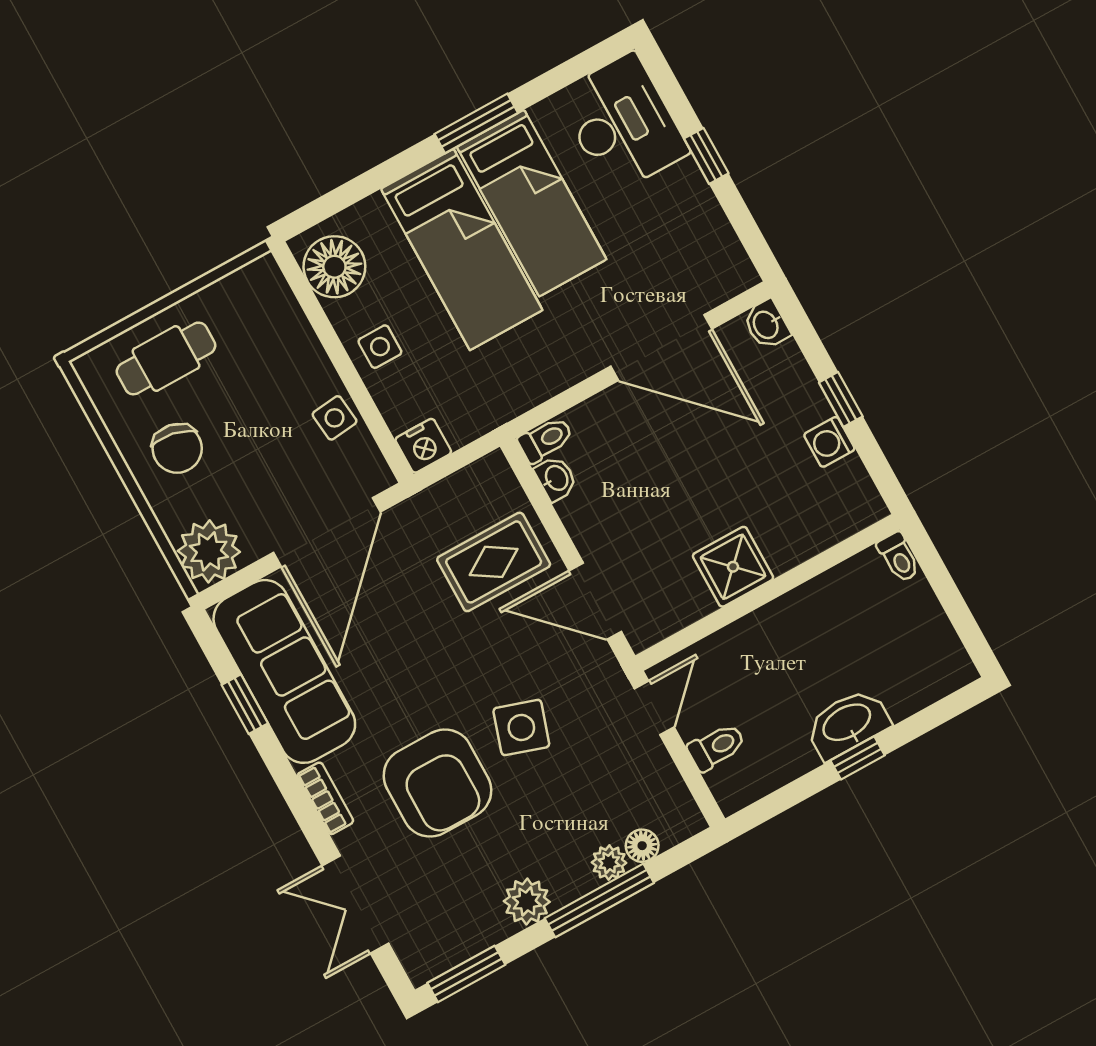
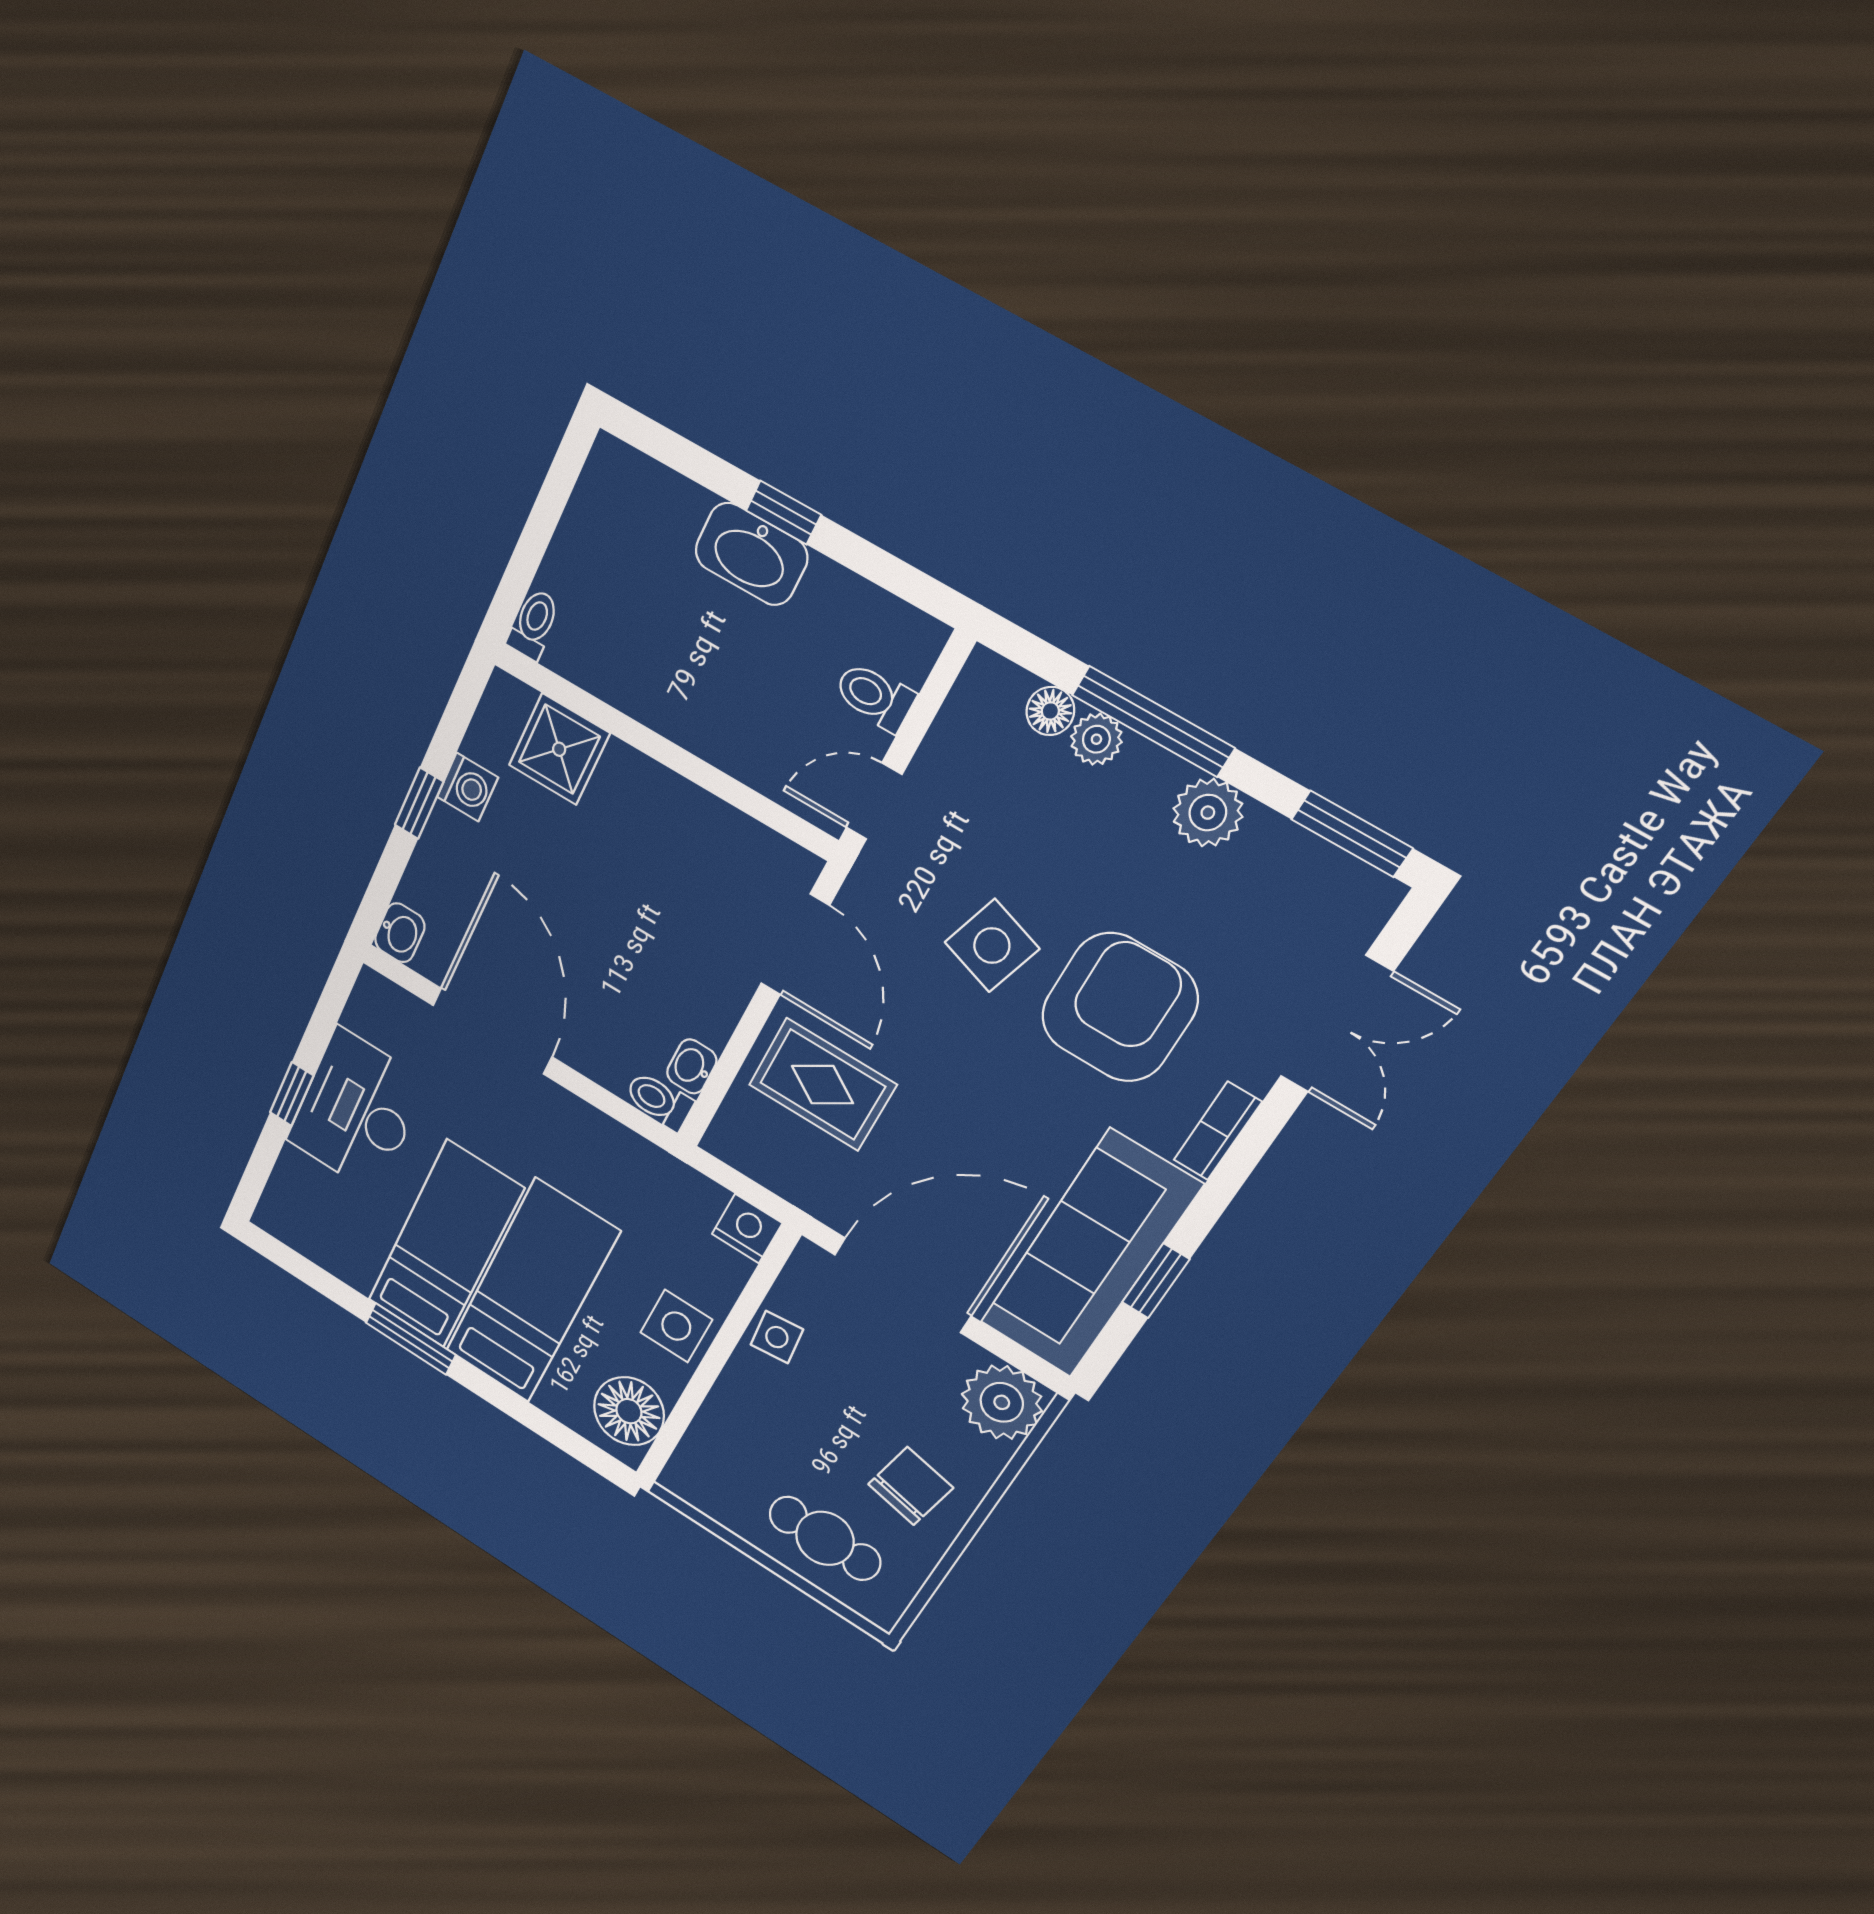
desk: (622, 123) -> (357, 1111), moved
side table: (380, 347) -> (676, 1326), width x1.37, depth x1.37
shower: (733, 567) -> (559, 749), moved

